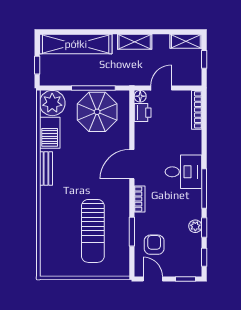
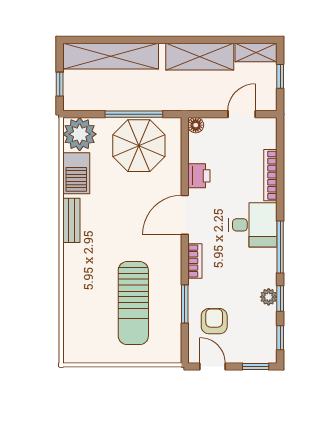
shelving: (135, 42) -> (200, 57), width x1.50, depth x1.33
door: (161, 88) -> (242, 114), moved
bookcase: (197, 110) -> (270, 175), moved
printer: (143, 113) -> (199, 176), moved

